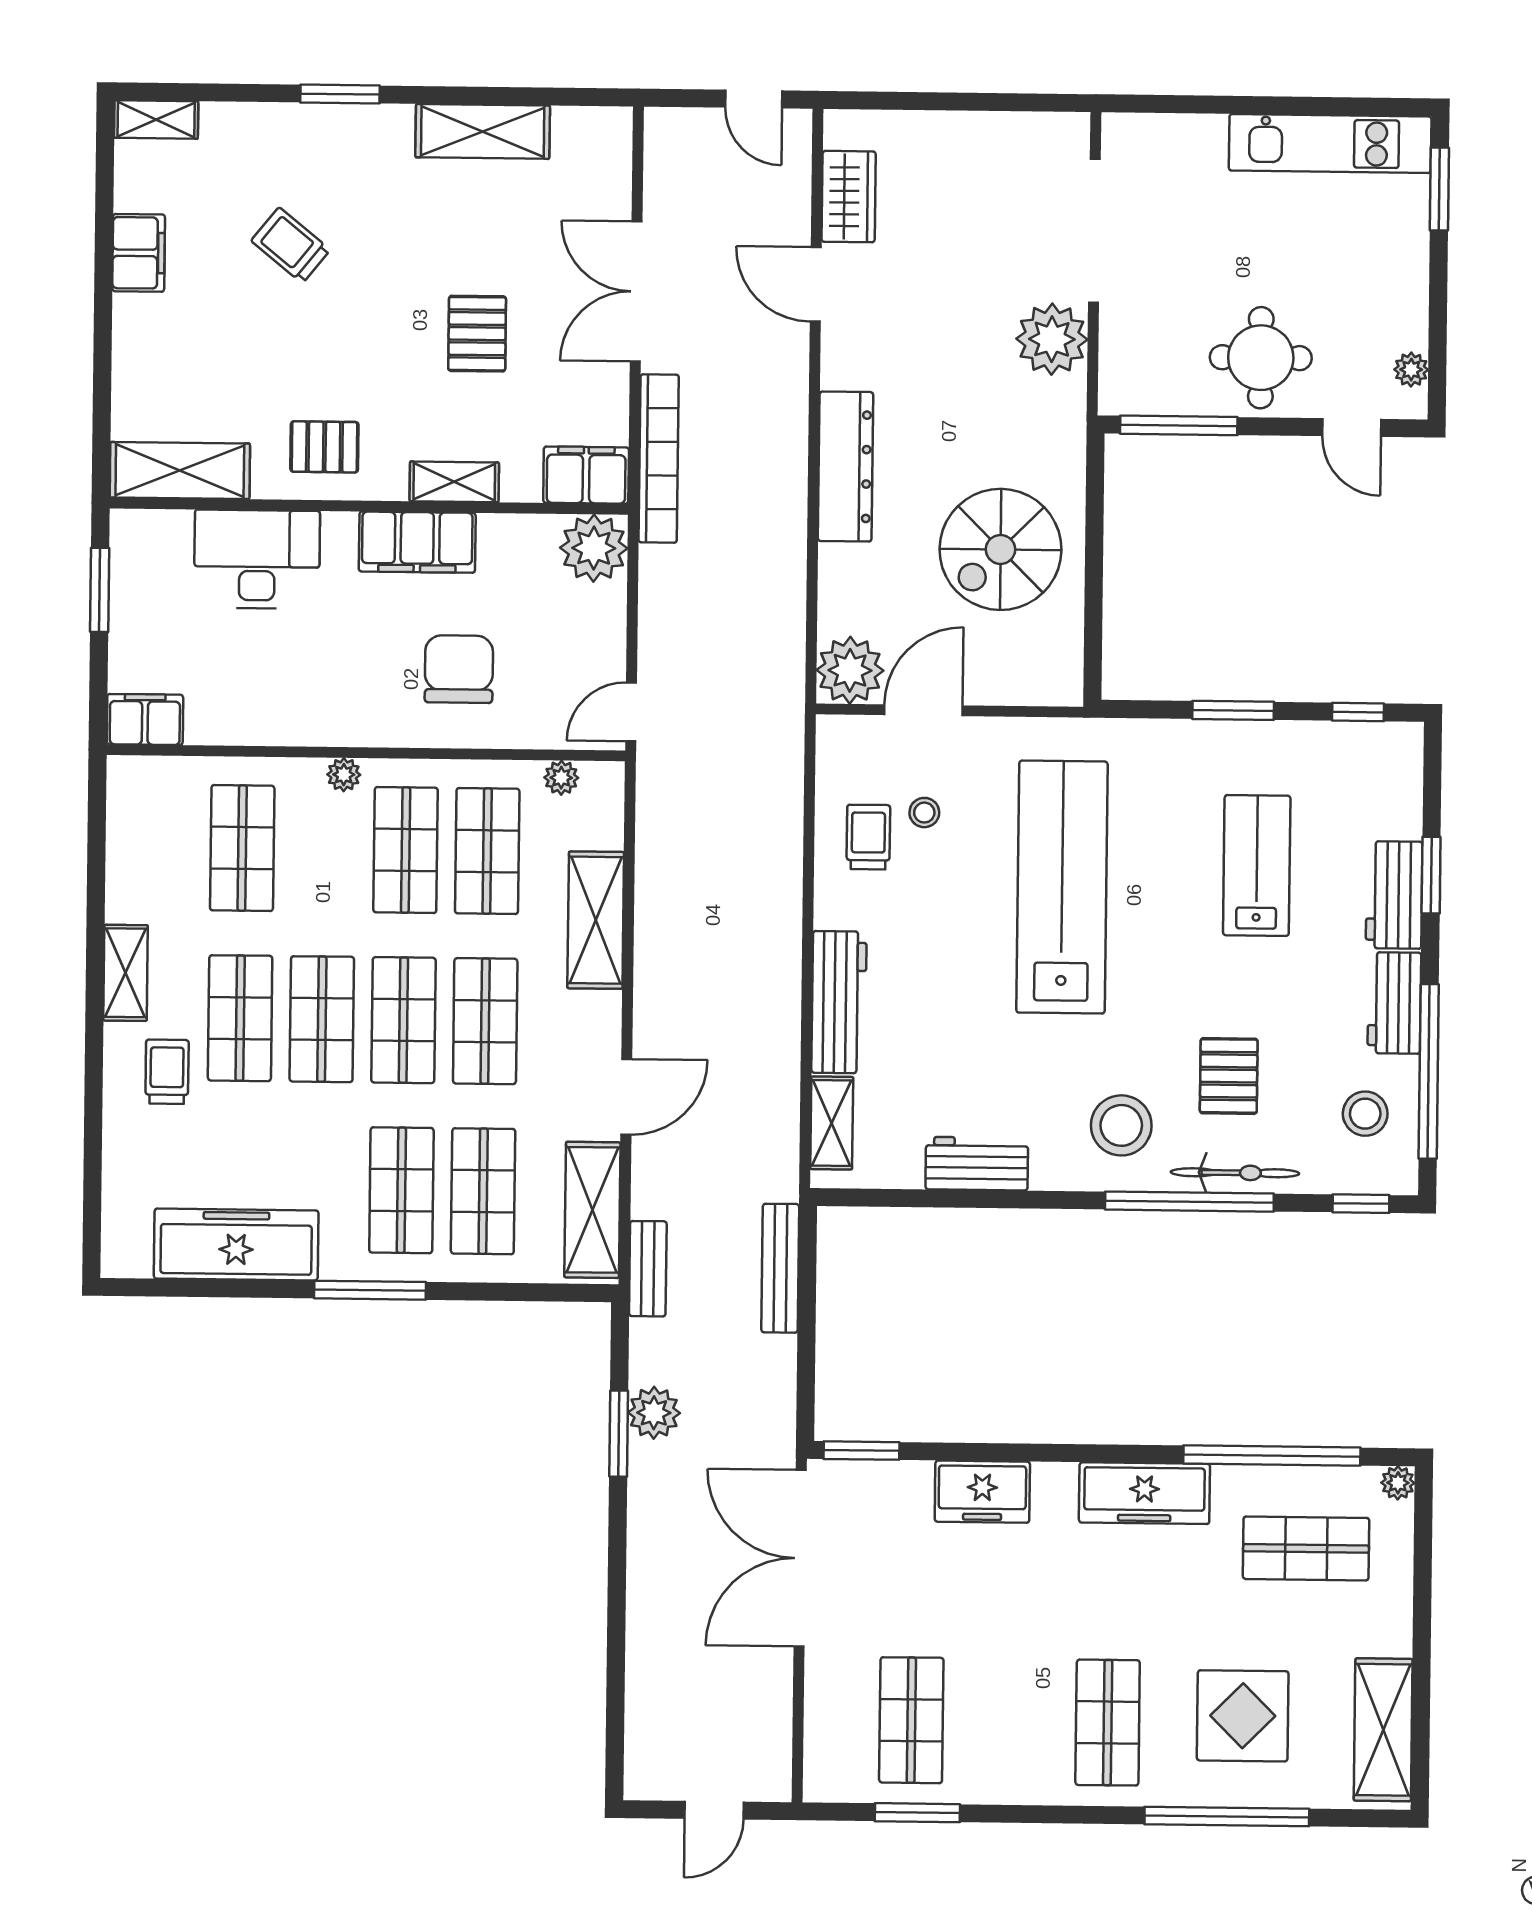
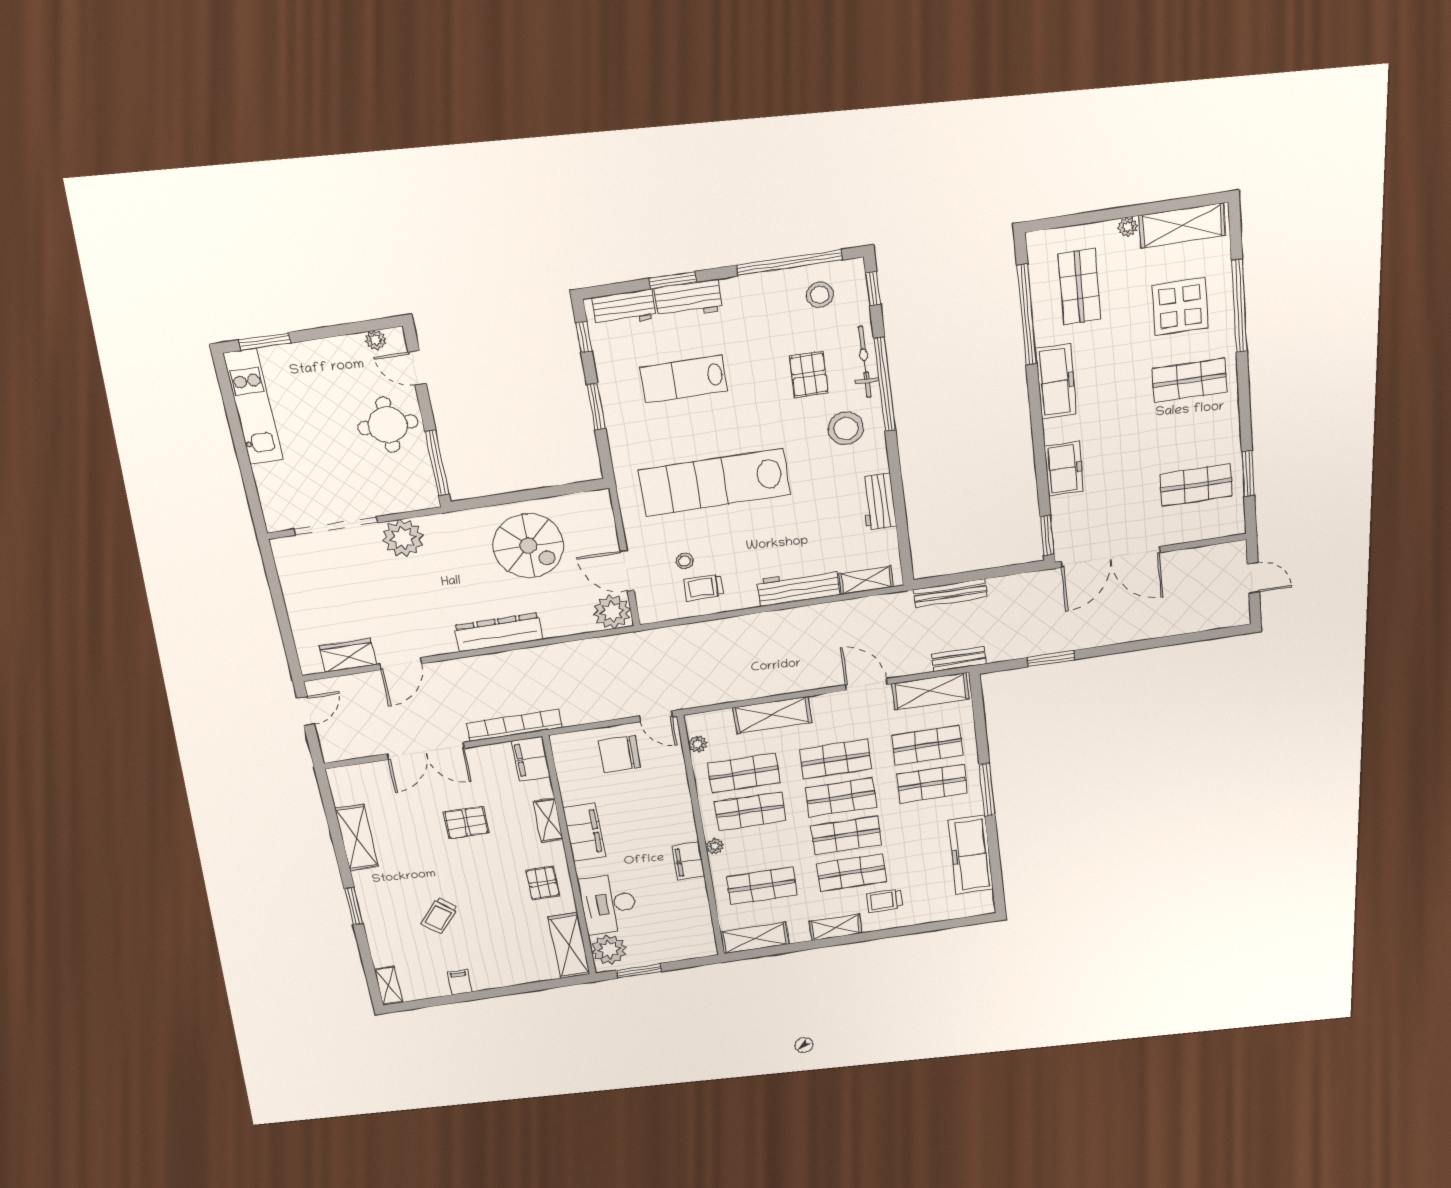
filing cabinet: (139, 253) -> (460, 982), width x0.50
door: (1352, 428) -> (417, 368), swing flipped
plant: (594, 548) -> (609, 950), moved
chair: (459, 669) -> (620, 754), moved
filing cabinet: (145, 719) -> (688, 861), moved
shelving: (131, 818) -> (755, 938), added
workbench: (1394, 1003) -> (624, 308), moved
pallet: (1229, 1076) -> (809, 375), turned 90
plant: (654, 1413) -> (1038, 643), removed
plant: (1398, 1483) -> (1128, 227), moved

